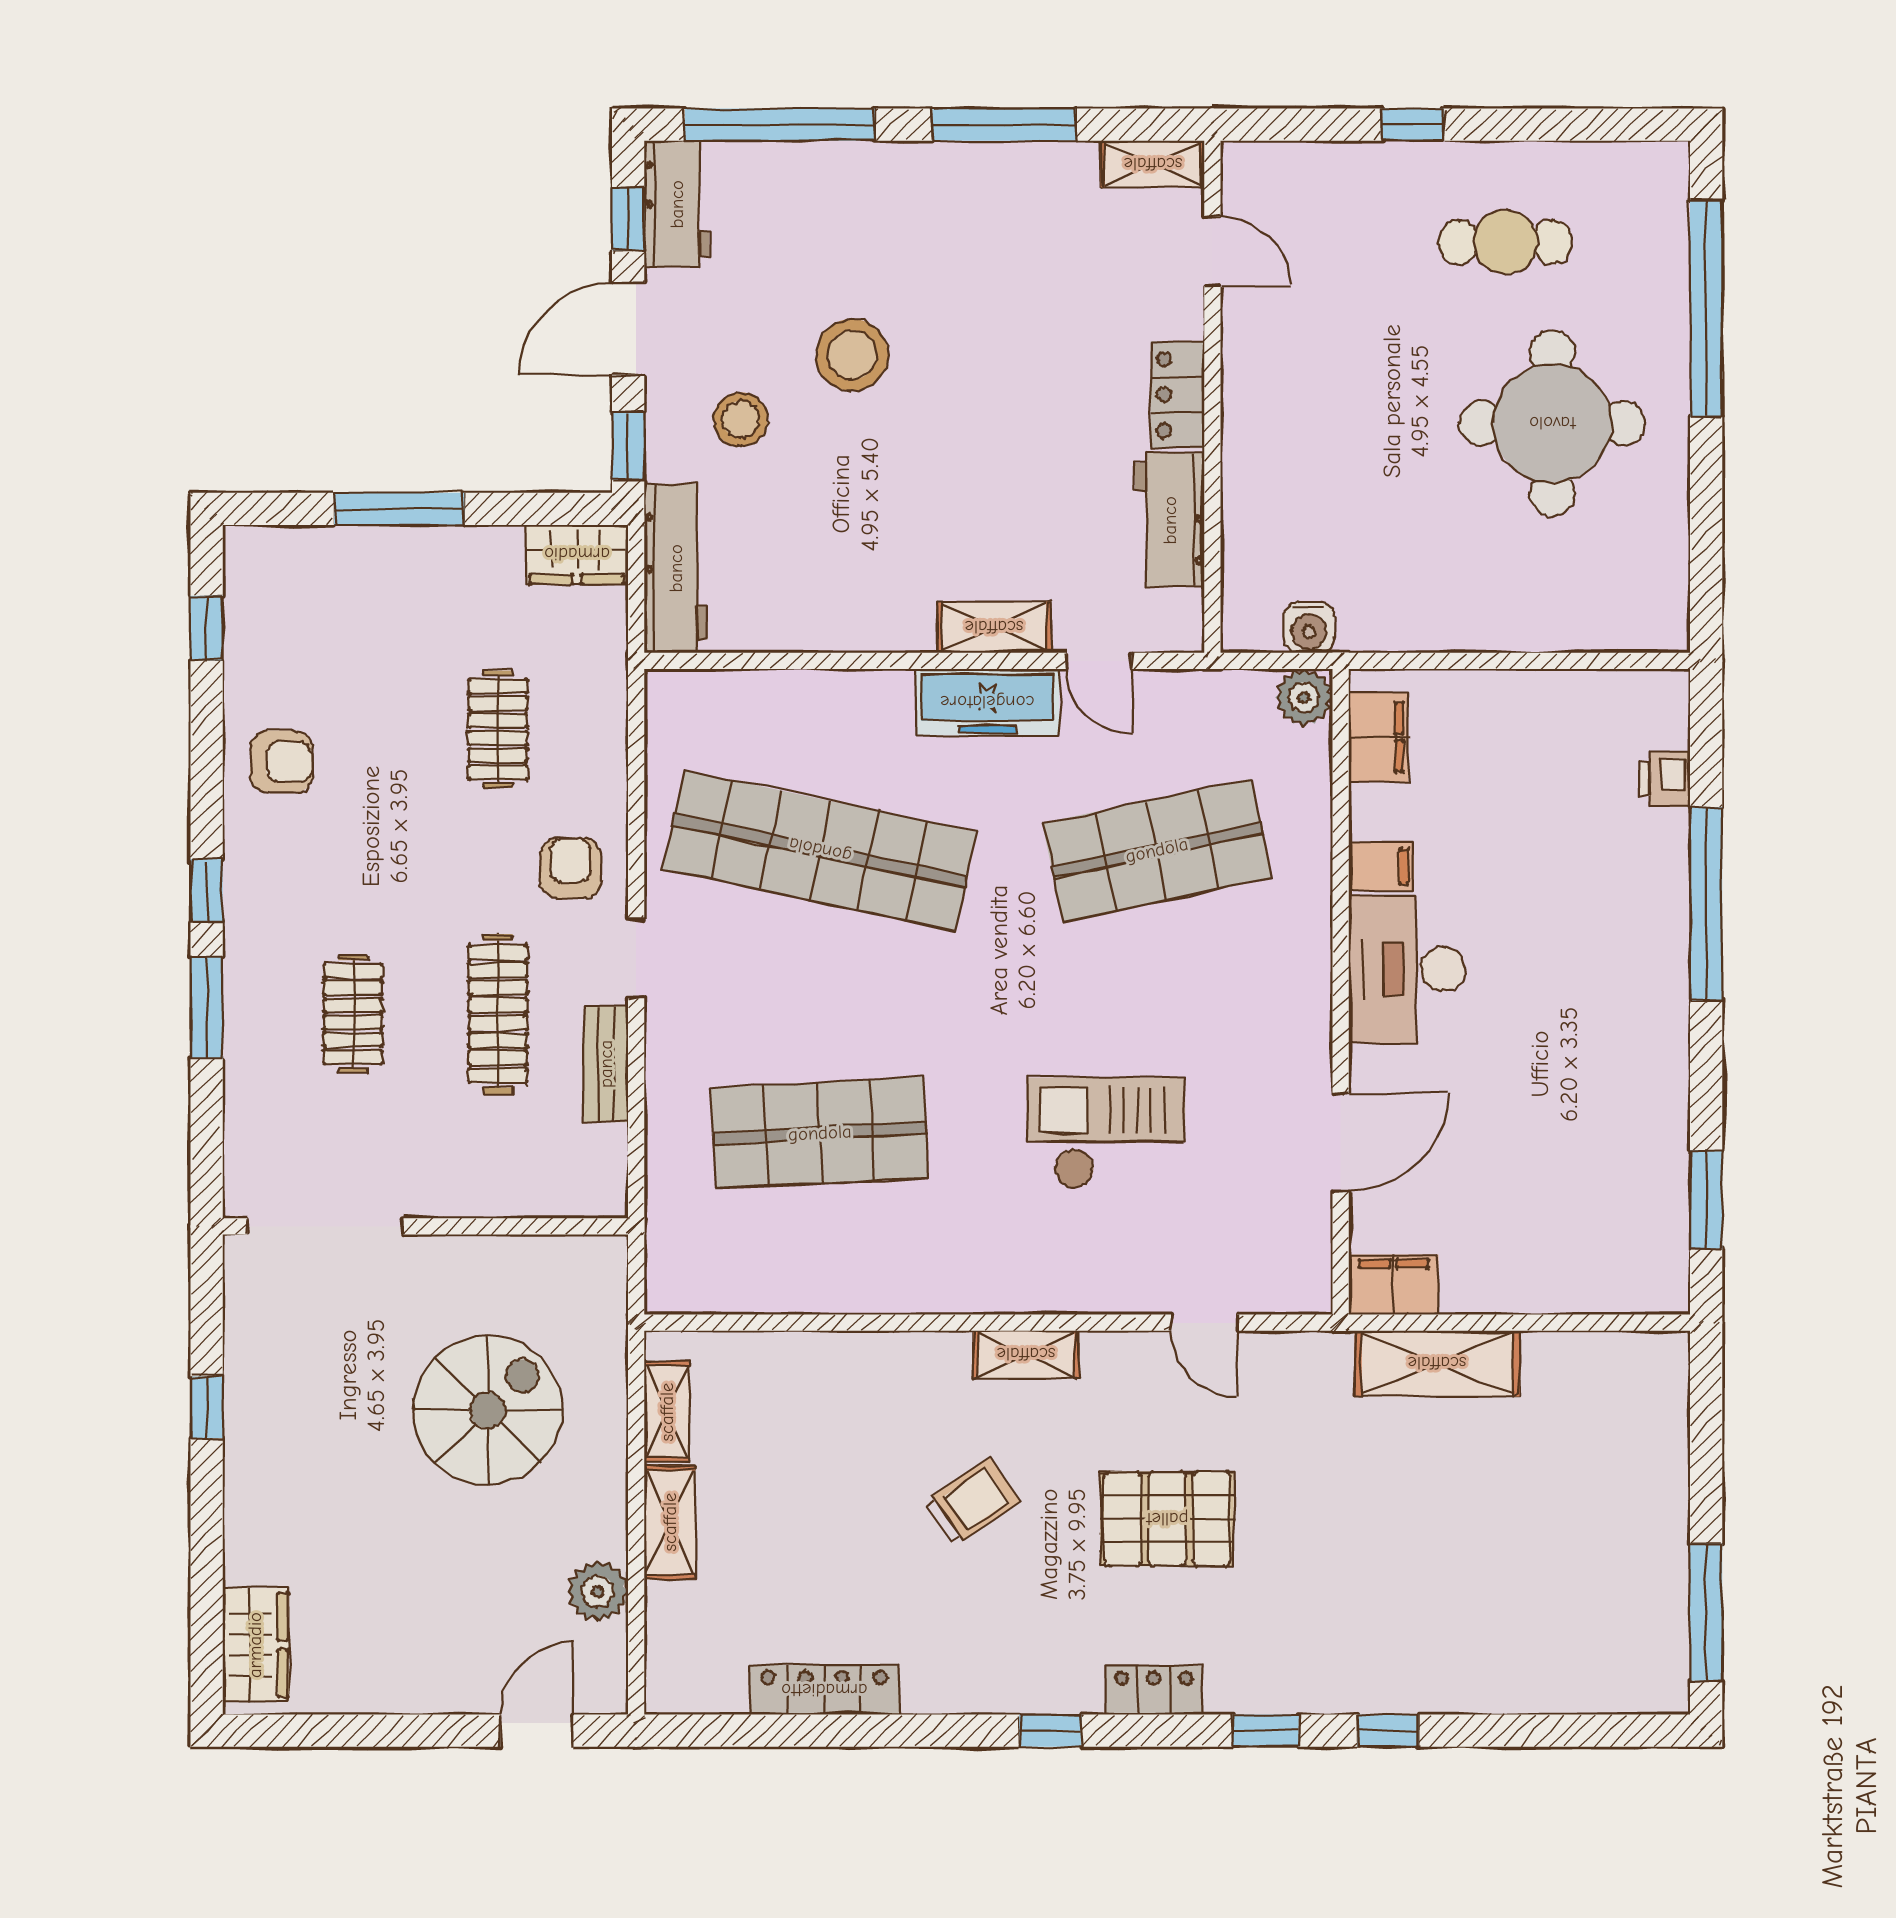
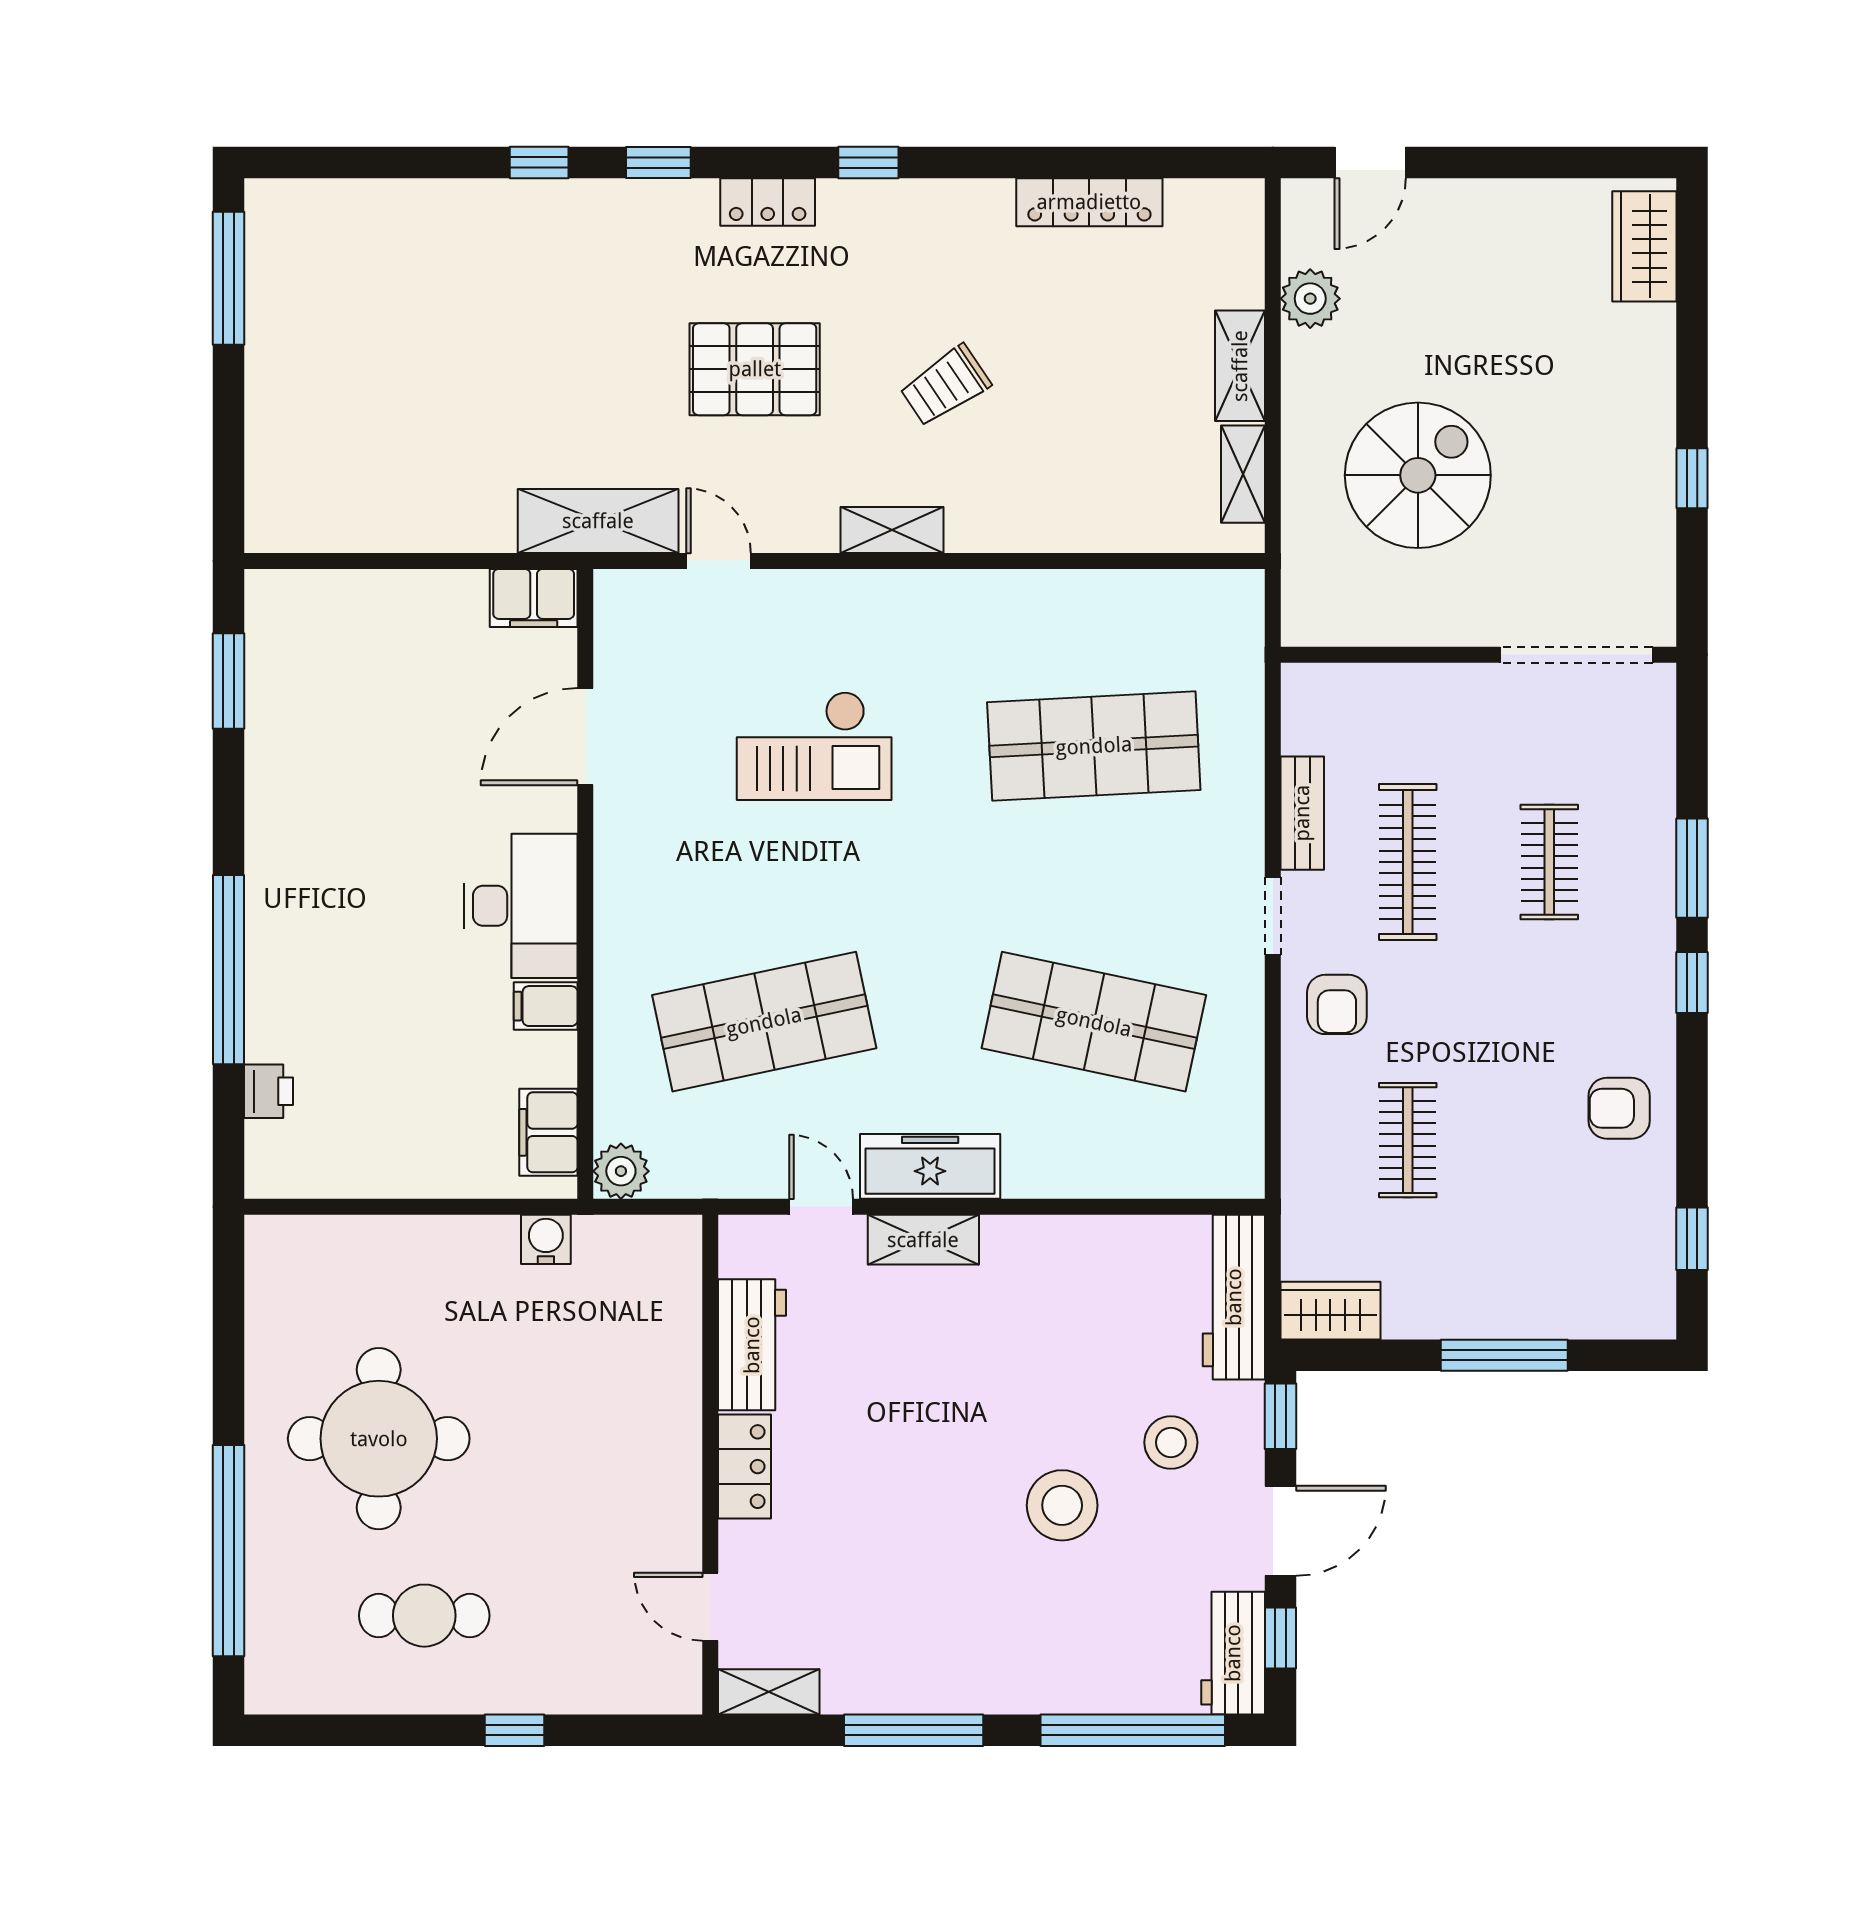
water cooler: (1309, 627) -> (546, 1239), moved
shop shelf: (820, 850) -> (1094, 1022), width x0.71
shelving: (1437, 1363) -> (598, 521), moved
spiral stairs: (488, 1410) -> (1418, 475), turned 180

